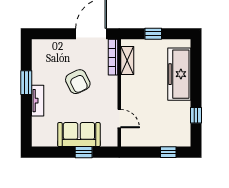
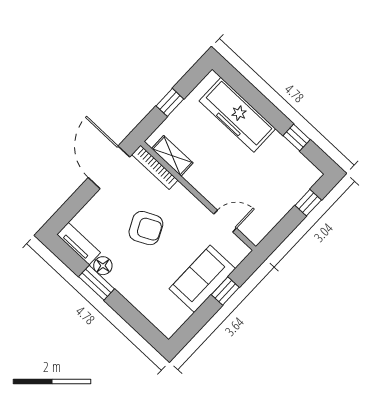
floor lamp: (38, 78) -> (103, 266), added
tv unit: (38, 101) -> (78, 244), moved

